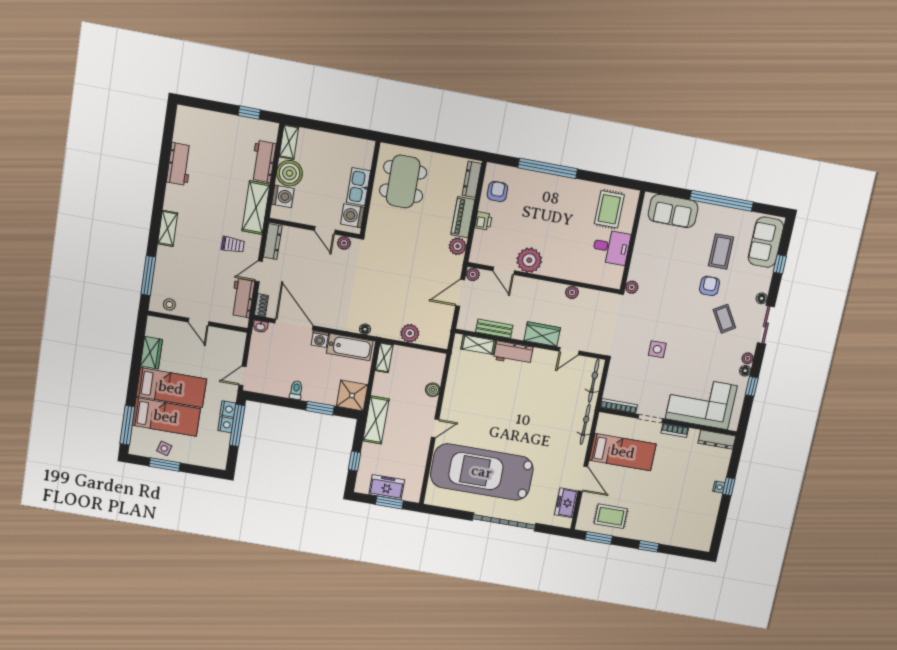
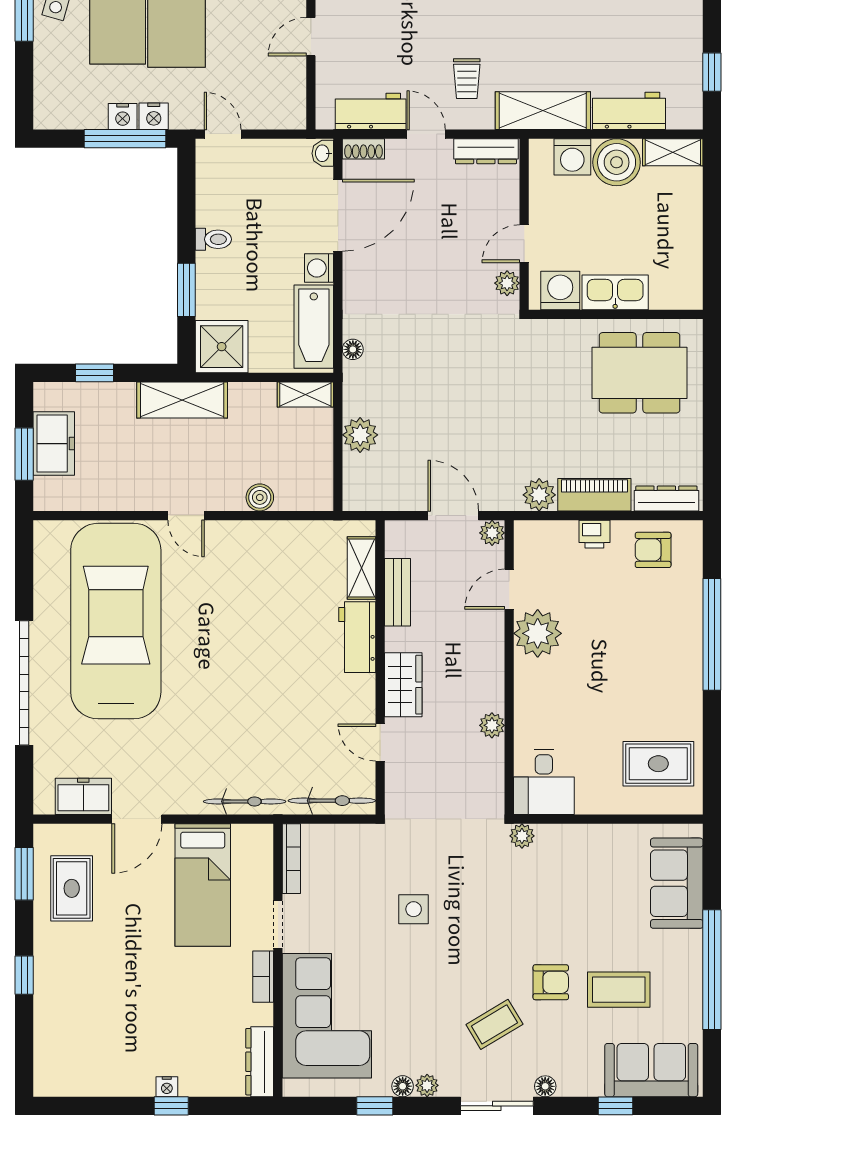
armchair: (497, 191) -> (653, 550), turned 180
desk: (611, 247) -> (544, 782), moved

